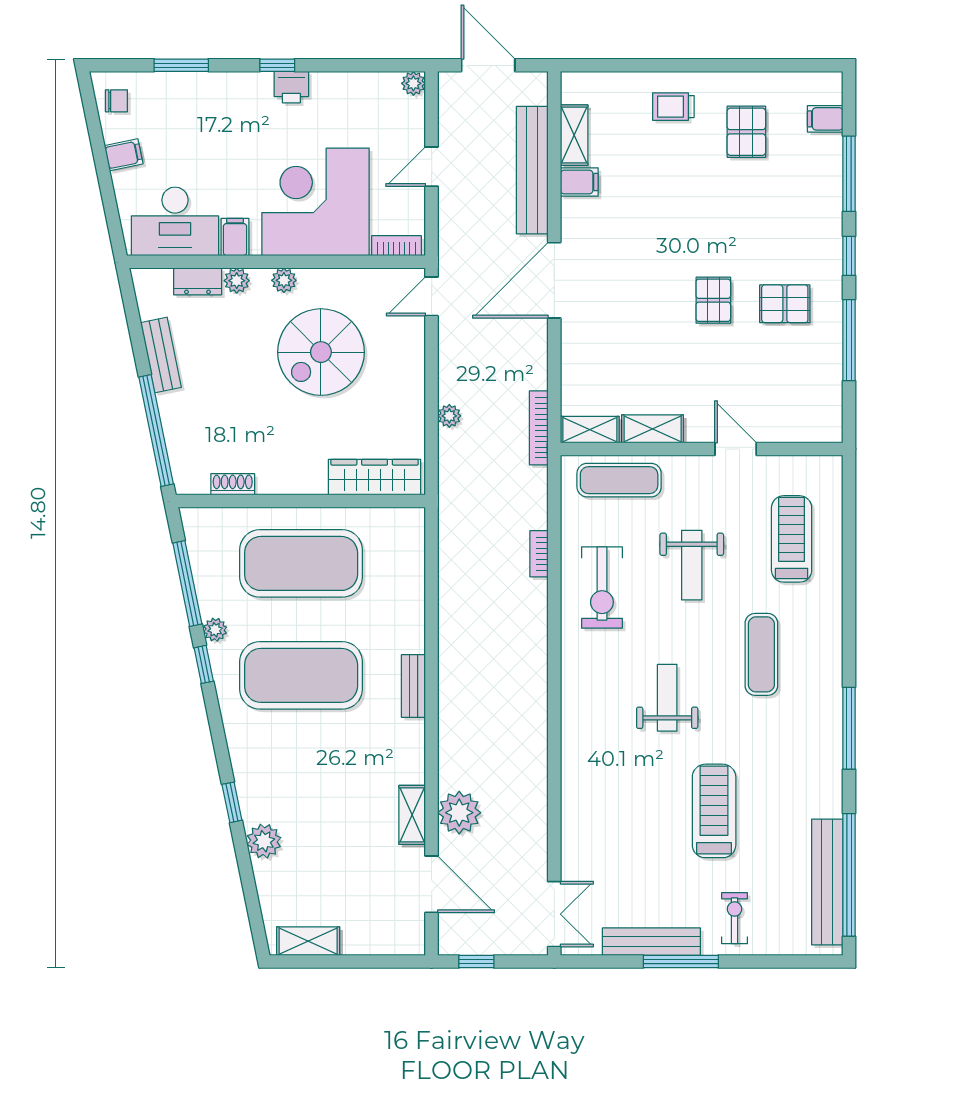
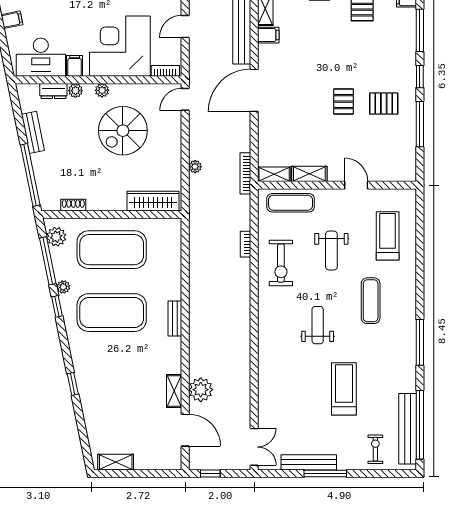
plant: (264, 841) -> (56, 237), moved
exercise bike: (735, 918) -> (375, 449), moved

